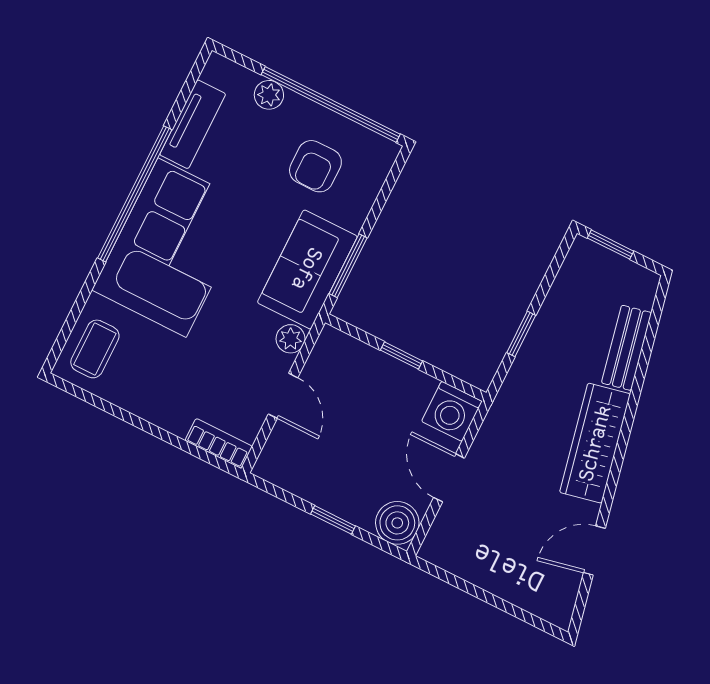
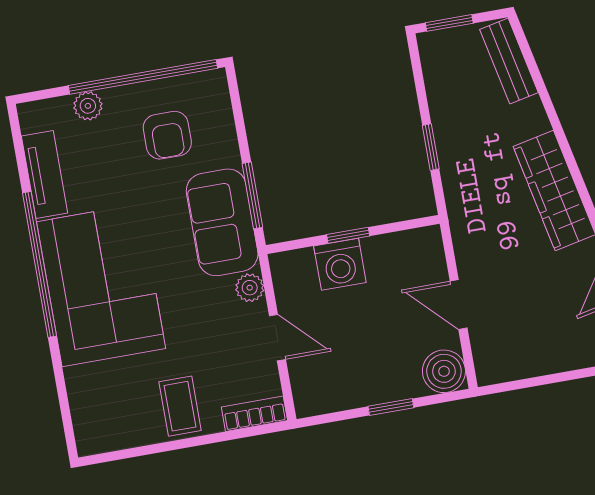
bench: (626, 348) -> (509, 61), moved
coffee table: (95, 349) -> (180, 406), moved
washing machine: (452, 411) -> (340, 264), moved

